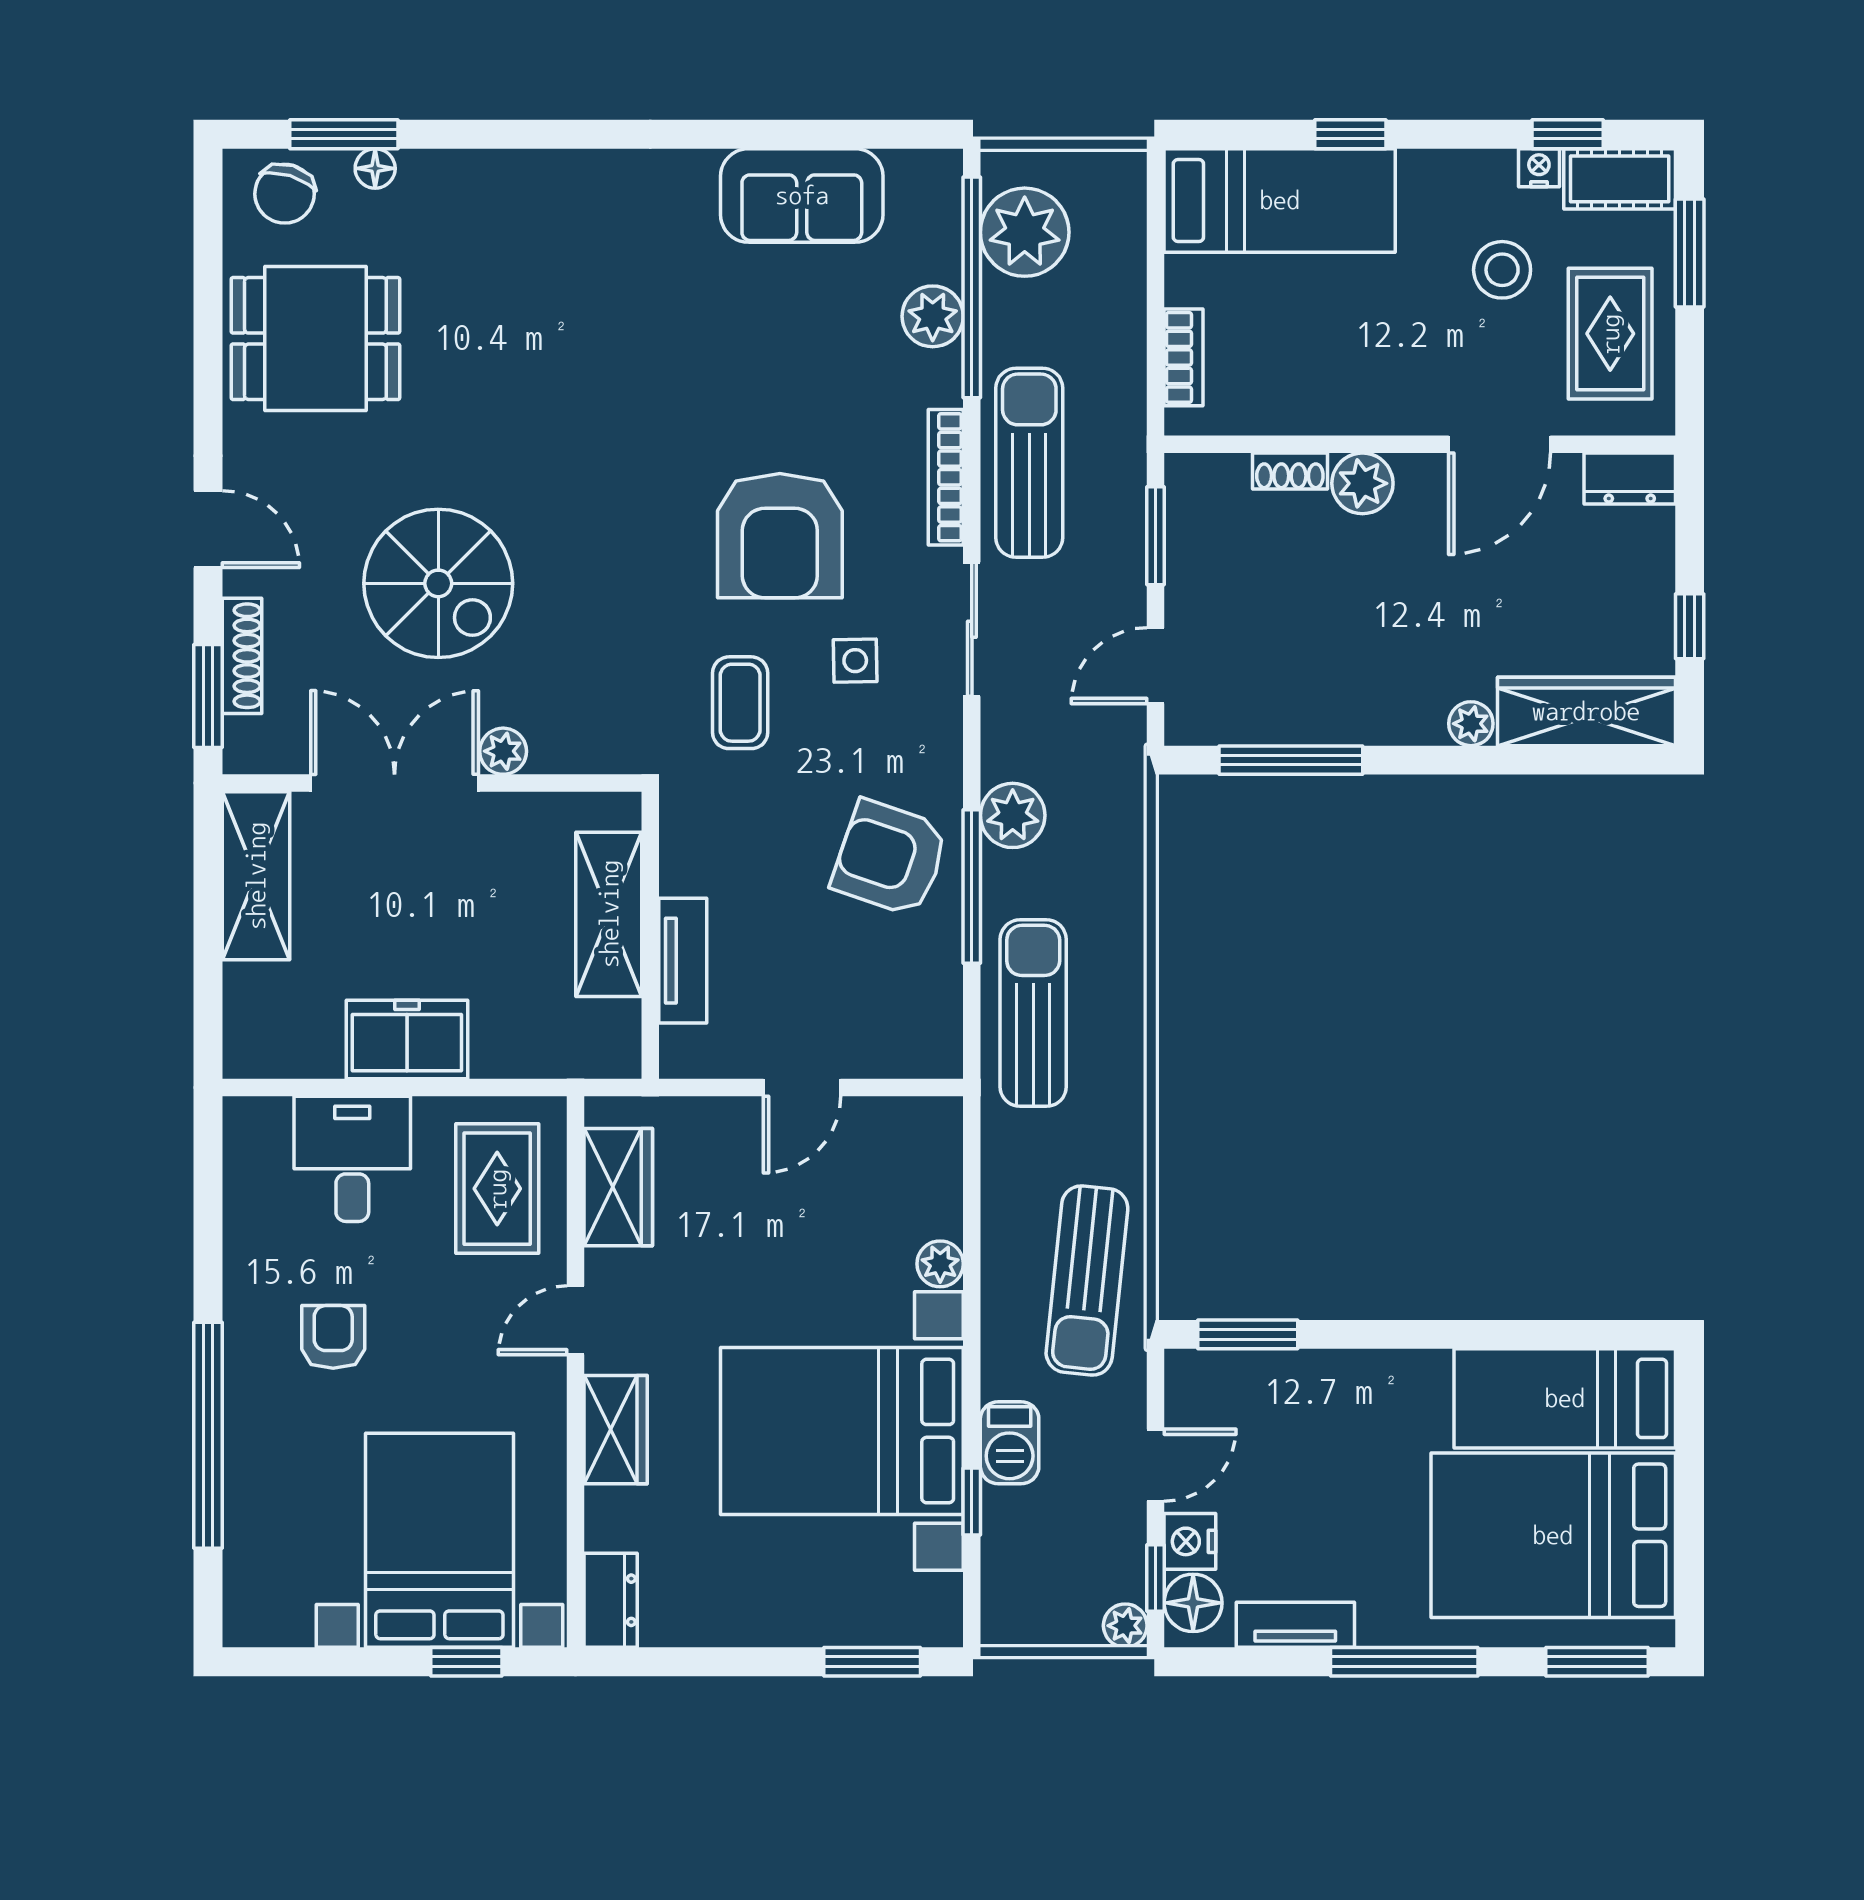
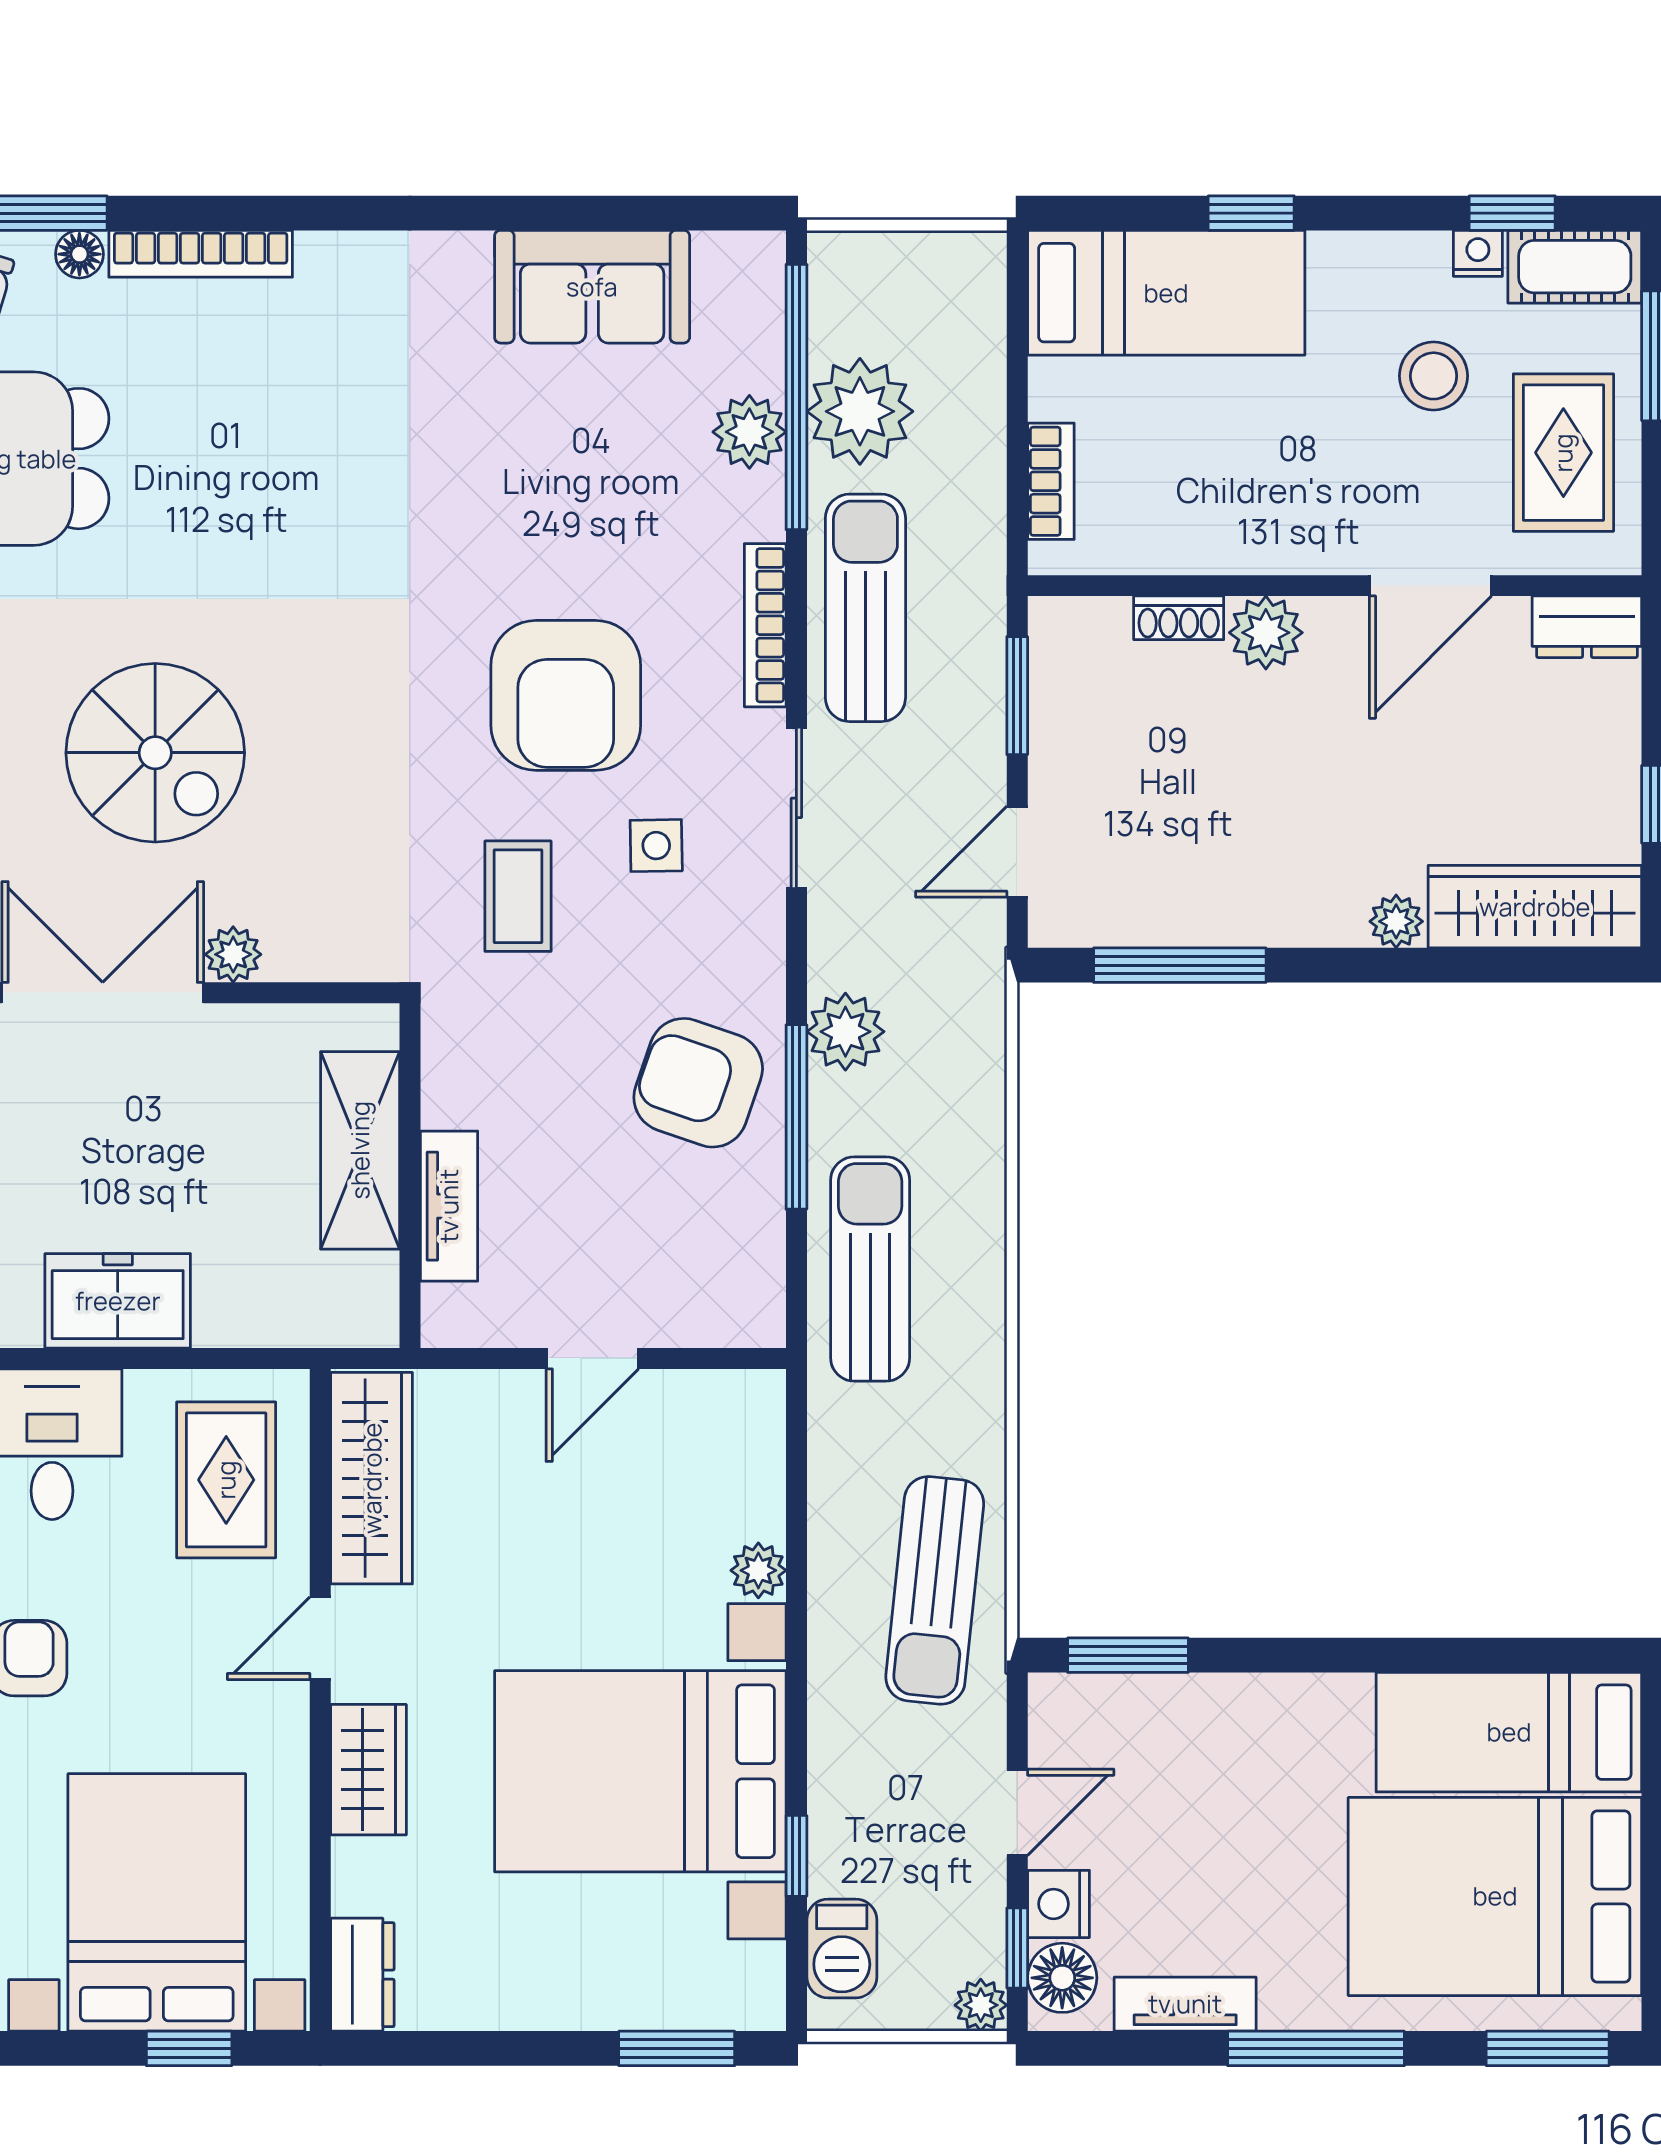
bookcase: (476, 168) -> (201, 254), added
plant: (1025, 232) -> (860, 411), moved
wardrobe: (618, 1187) -> (372, 1478), width x1.50
barbecue: (1010, 1443) -> (842, 1948), moved

